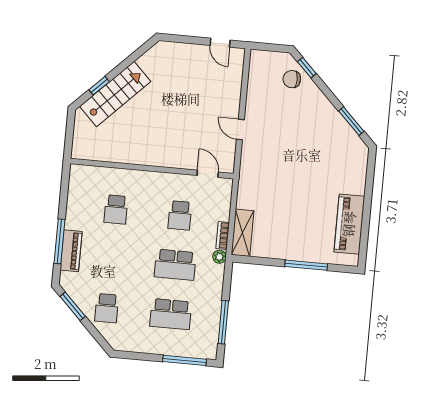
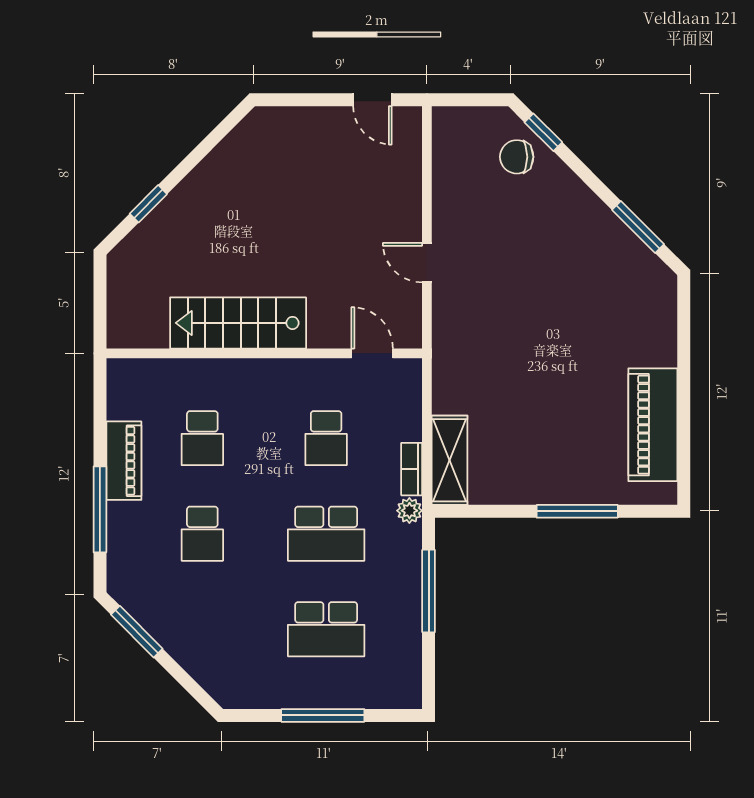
stairs: (115, 94) -> (238, 323), moved, turned -135
piano: (71, 251) -> (124, 461), moved
school desk: (107, 308) -> (202, 534), moved
window: (223, 322) -> (429, 591), moved
window: (184, 360) -> (323, 715), moved

